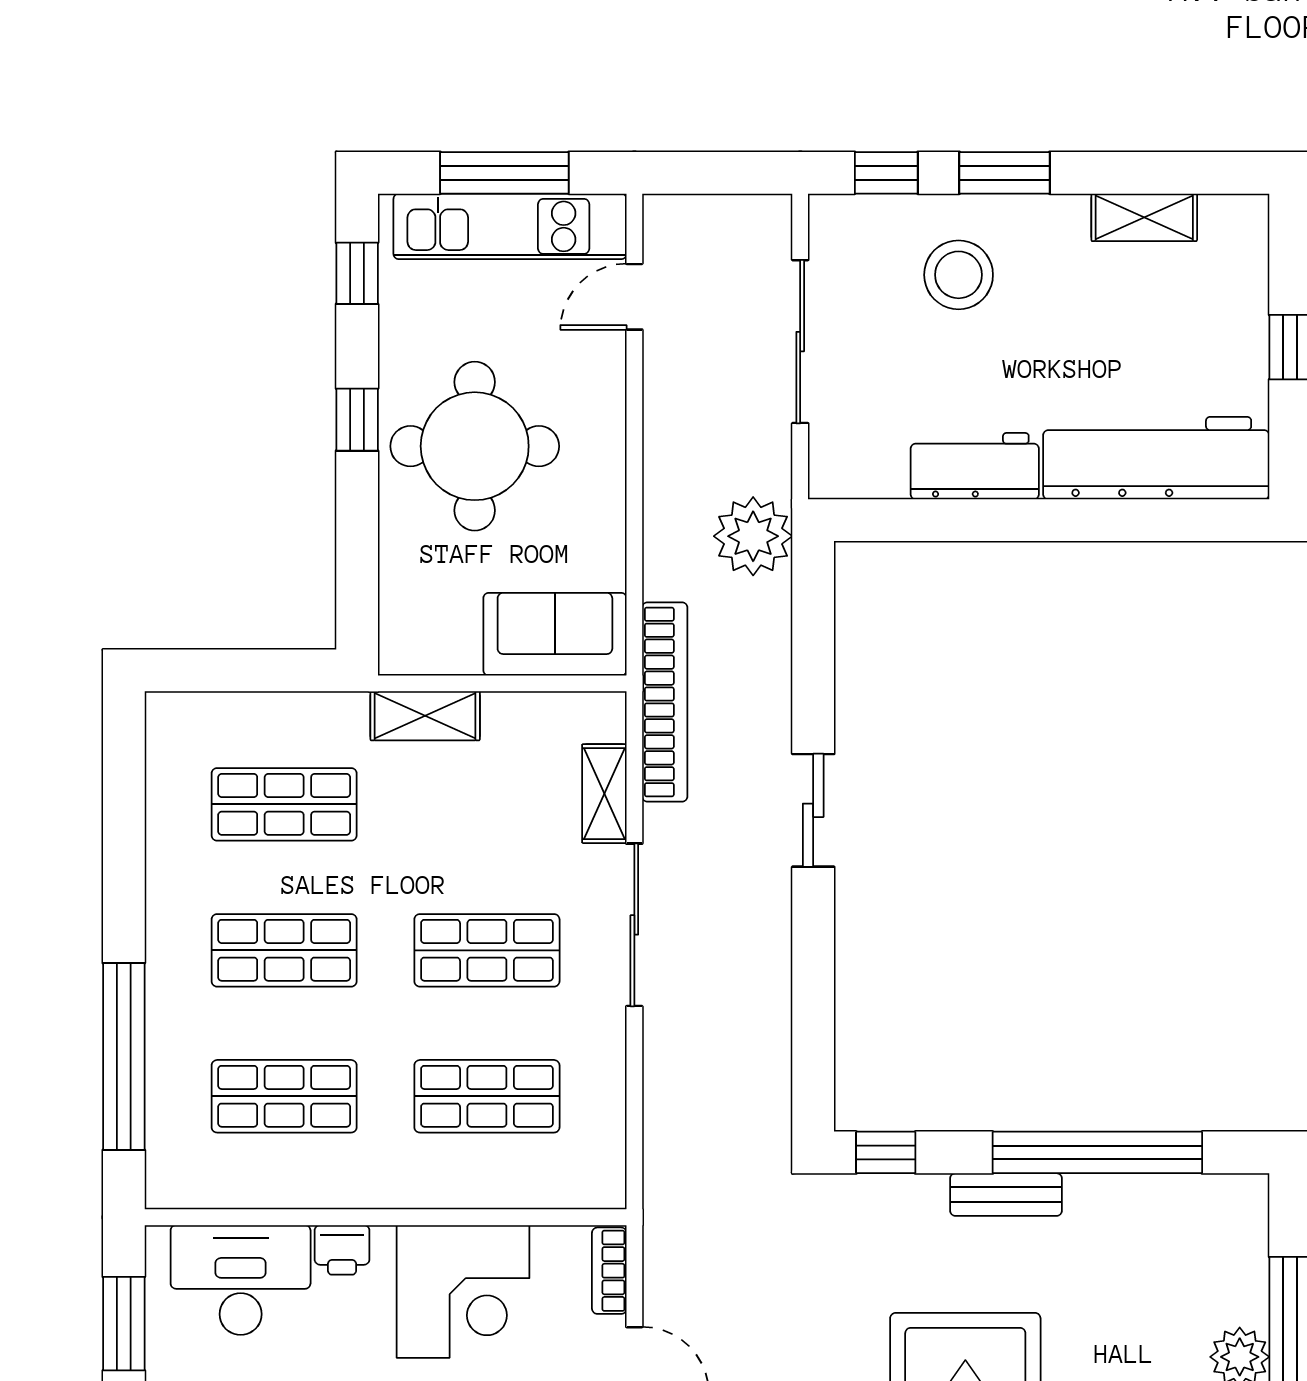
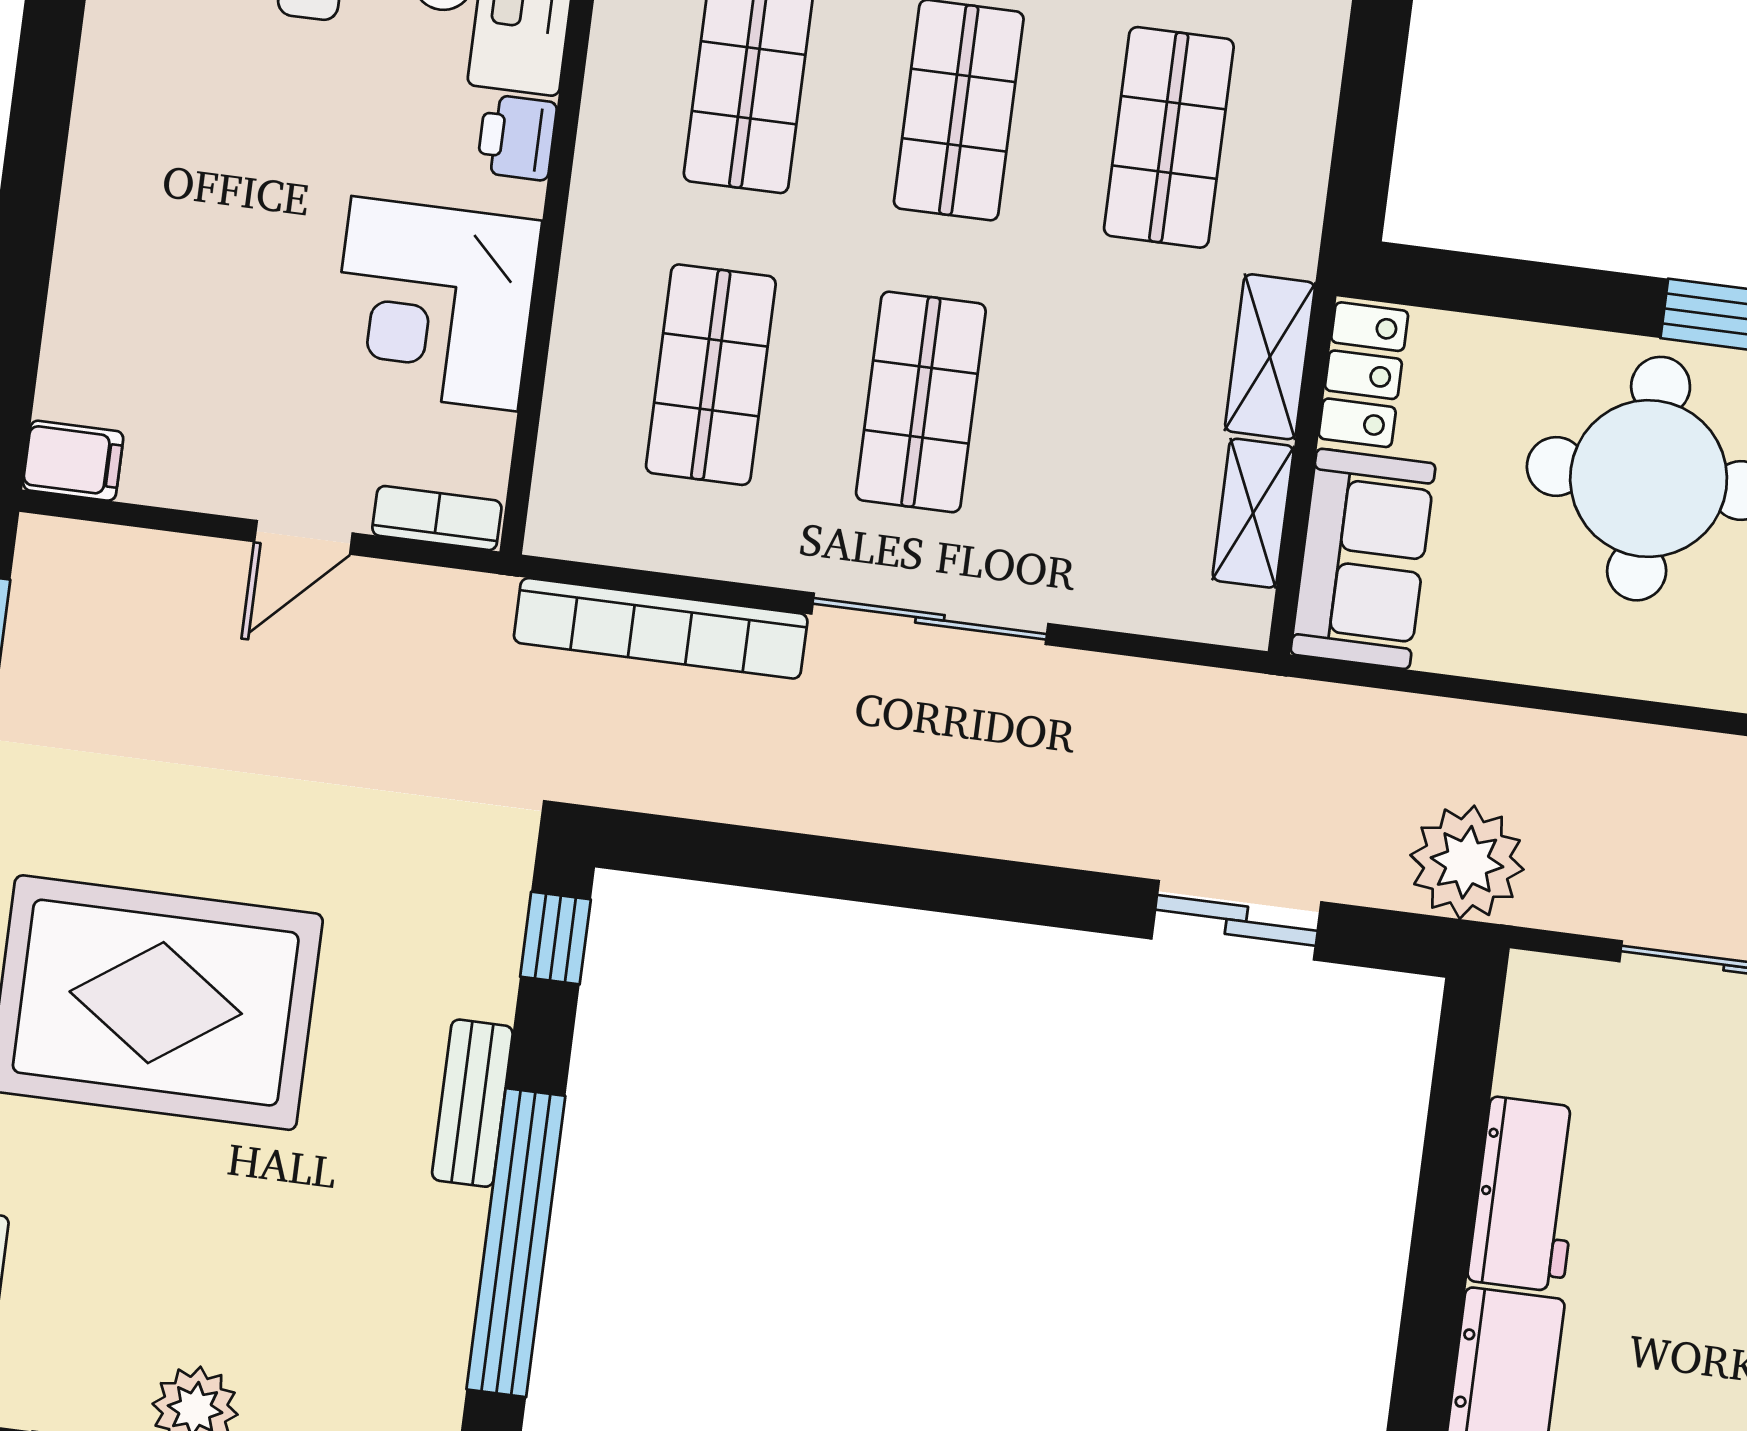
locker: (429, 650) -> (1363, 375), added
bookcase: (665, 702) -> (661, 628), moved
shelving: (604, 794) -> (1253, 513), moved, turned 90
sliding door: (813, 810) -> (1236, 920), moved

